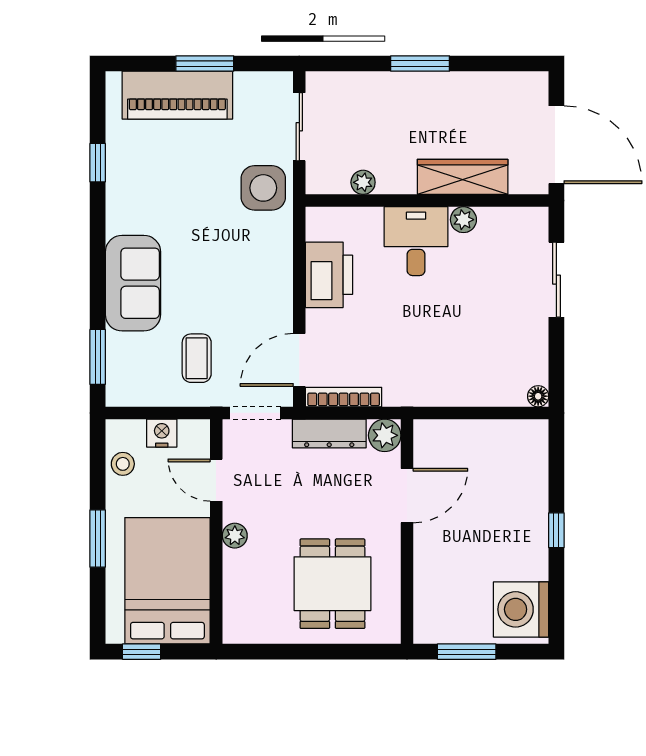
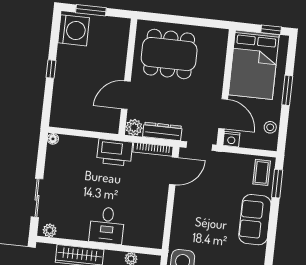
plant: (463, 220) -> (50, 230), moved
printer: (329, 275) -> (115, 152), moved, turned -90
coffee table: (197, 358) -> (262, 172), moved
nightstand: (162, 433) -> (231, 139), moved
door: (216, 480) -> (223, 114), width x1.38
plant: (235, 536) -> (217, 84), removed
dining table: (332, 584) -> (169, 54), width x1.38
window: (467, 652) -> (91, 10), moved

